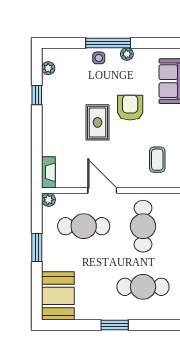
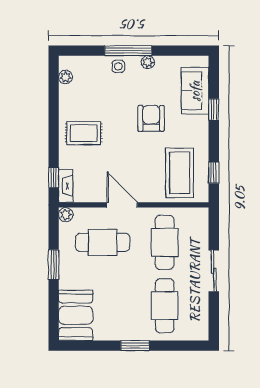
window: (37, 95) -> (54, 178), moved
rug: (98, 122) -> (84, 133), moved, turned 90
coffee table: (157, 160) -> (180, 173), width x1.86, depth x1.72
cafe table: (143, 287) -> (165, 306), turned 90

